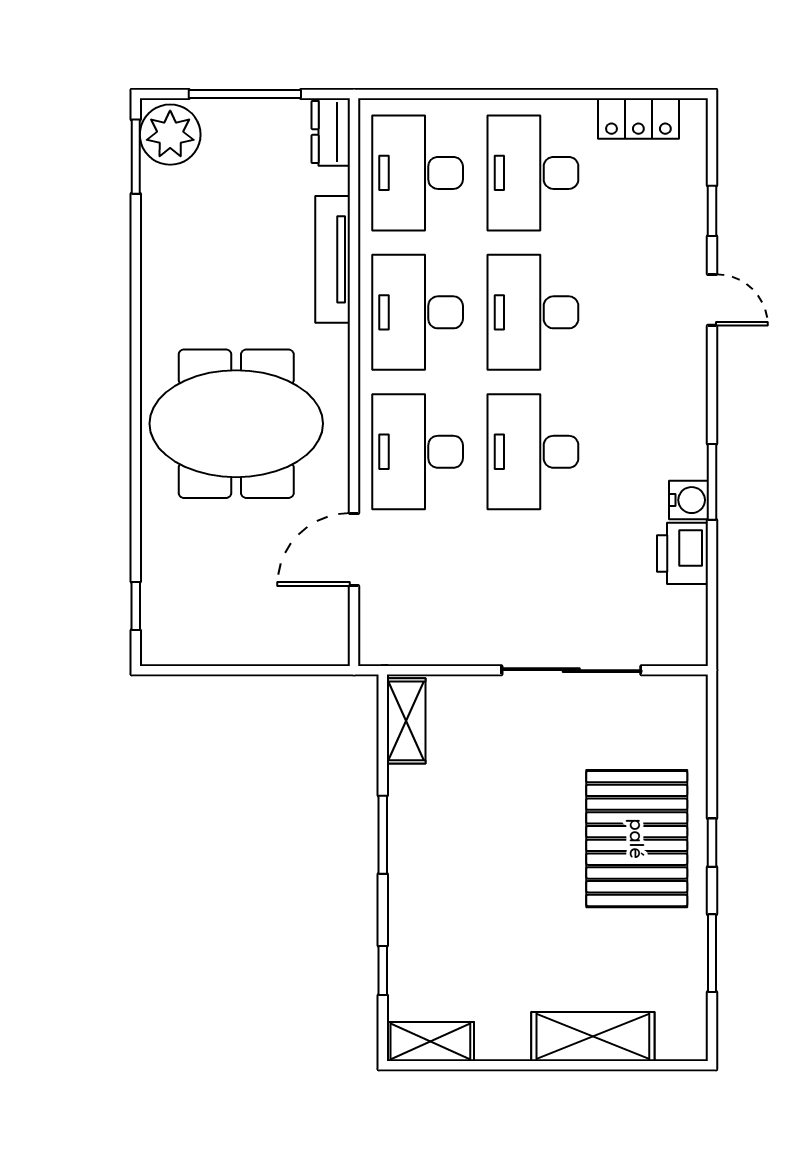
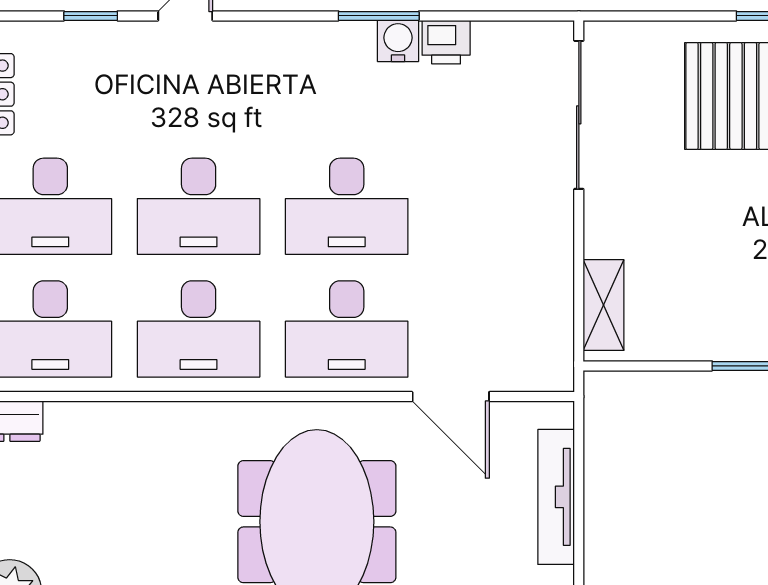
tv unit: (333, 259) -> (556, 497), moved, turned 90
printer: (682, 553) -> (446, 42), width x0.73, depth x0.81
sliding door: (571, 670) -> (579, 115), moved
shelving: (406, 721) -> (604, 305), moved, turned 90

